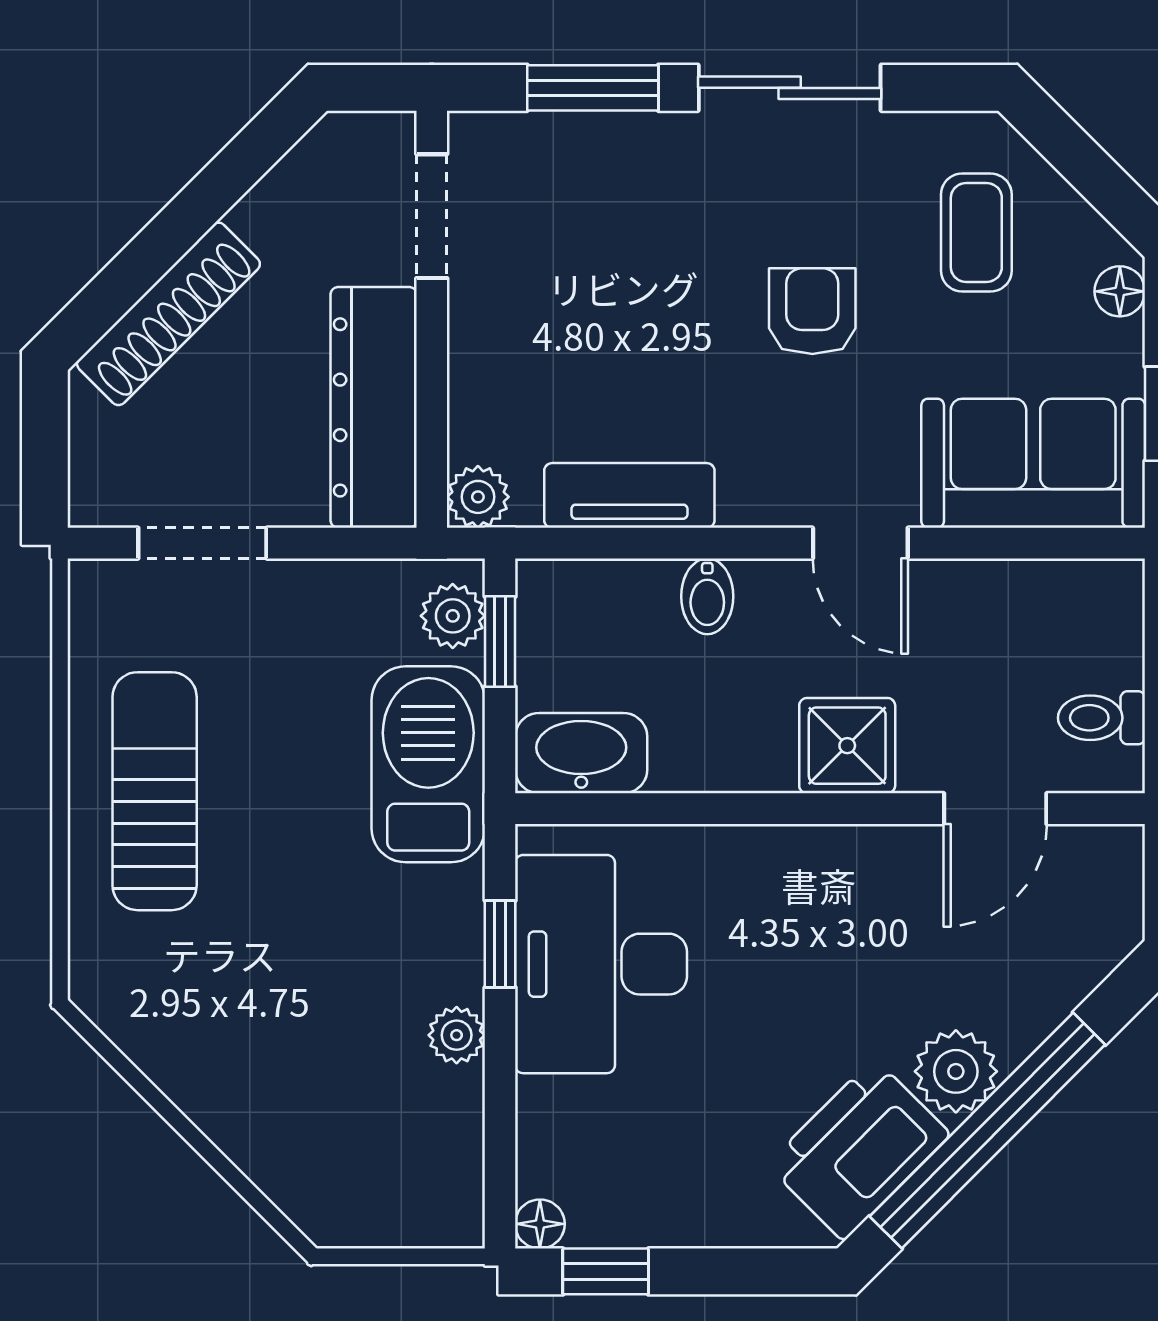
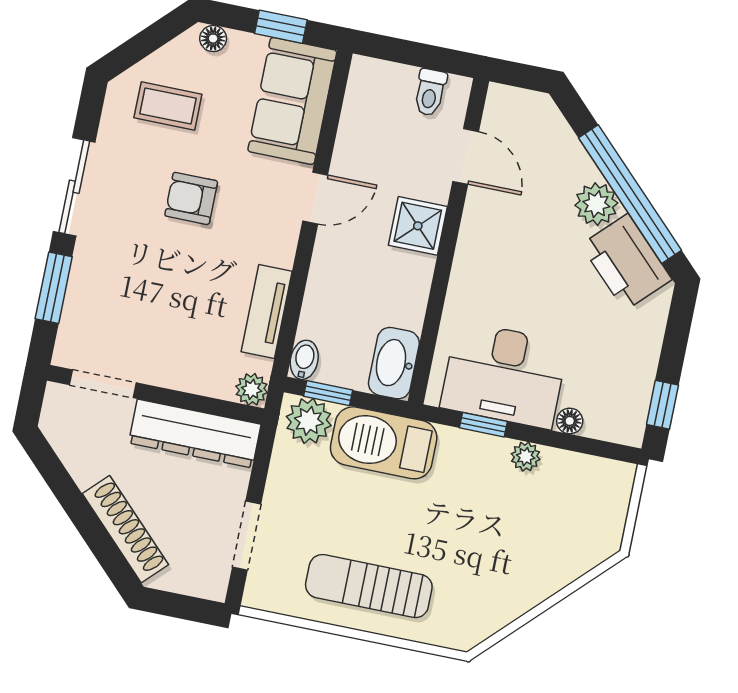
bidet: (707, 596) -> (304, 360), moved, turned -90
plant: (453, 616) -> (309, 421), width x1.38, depth x1.38
floor lamp: (540, 1224) -> (570, 421), moved

